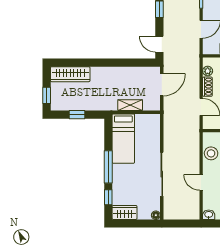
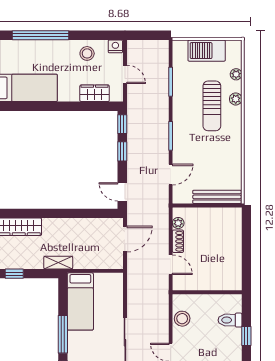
shelving: (130, 105) -> (58, 263), moved
window: (77, 115) -> (14, 274), moved

